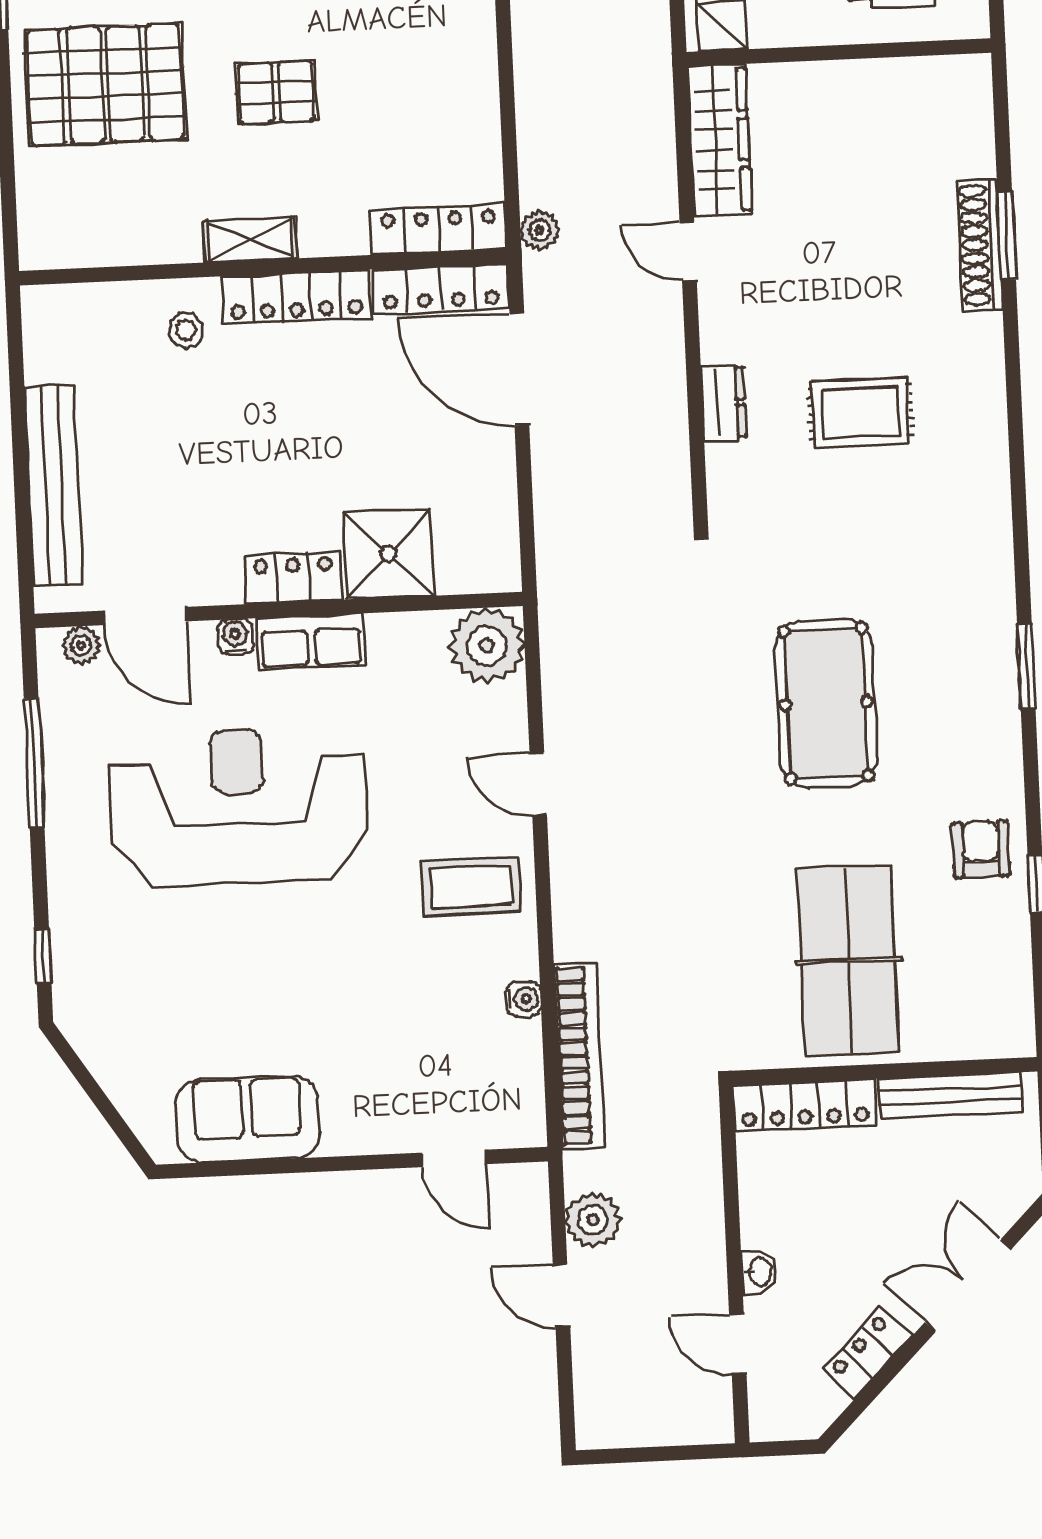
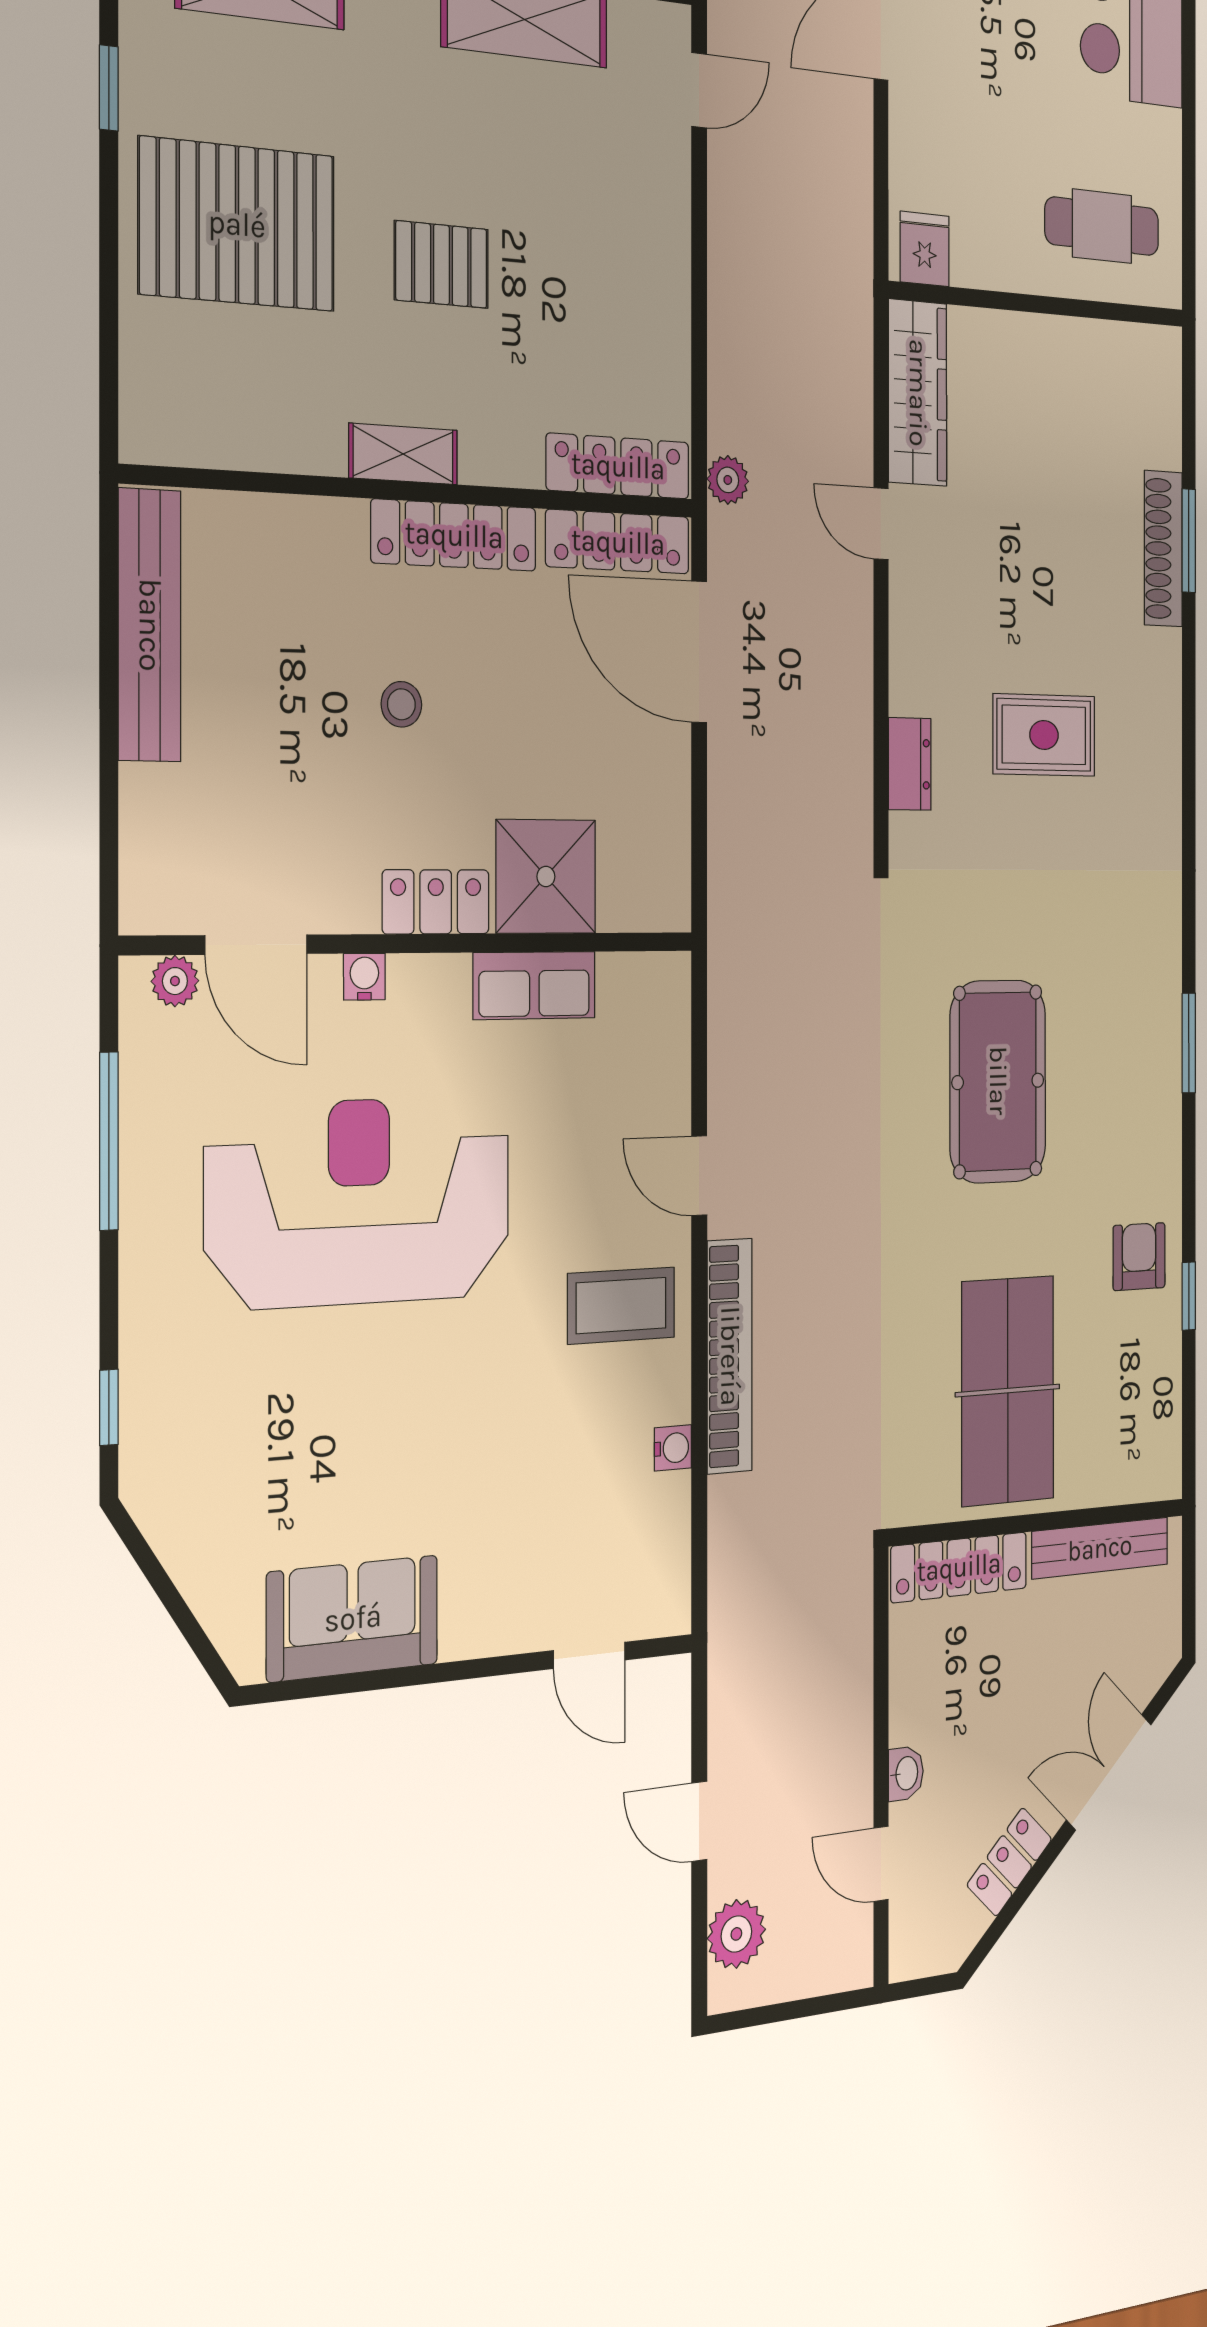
stool: (186, 330) -> (401, 704), moved
dresser: (723, 403) -> (910, 764), moved
bench: (53, 485) -> (150, 625), moved
row of seats: (311, 642) -> (534, 985), moved
plant: (487, 646) -> (650, 999), removed
bookcase: (579, 1056) -> (730, 1356), moved
plant: (593, 1220) -> (736, 1934), moved

